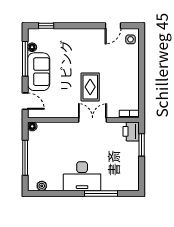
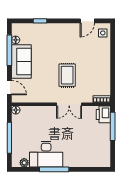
window: (46, 26) -> (40, 21), moved
double door: (93, 120) -> (69, 104), swing flipped
window: (142, 145) -> (113, 126), width x1.44
desk: (82, 176) -> (46, 154), moved
window: (101, 193) -> (54, 169), moved

